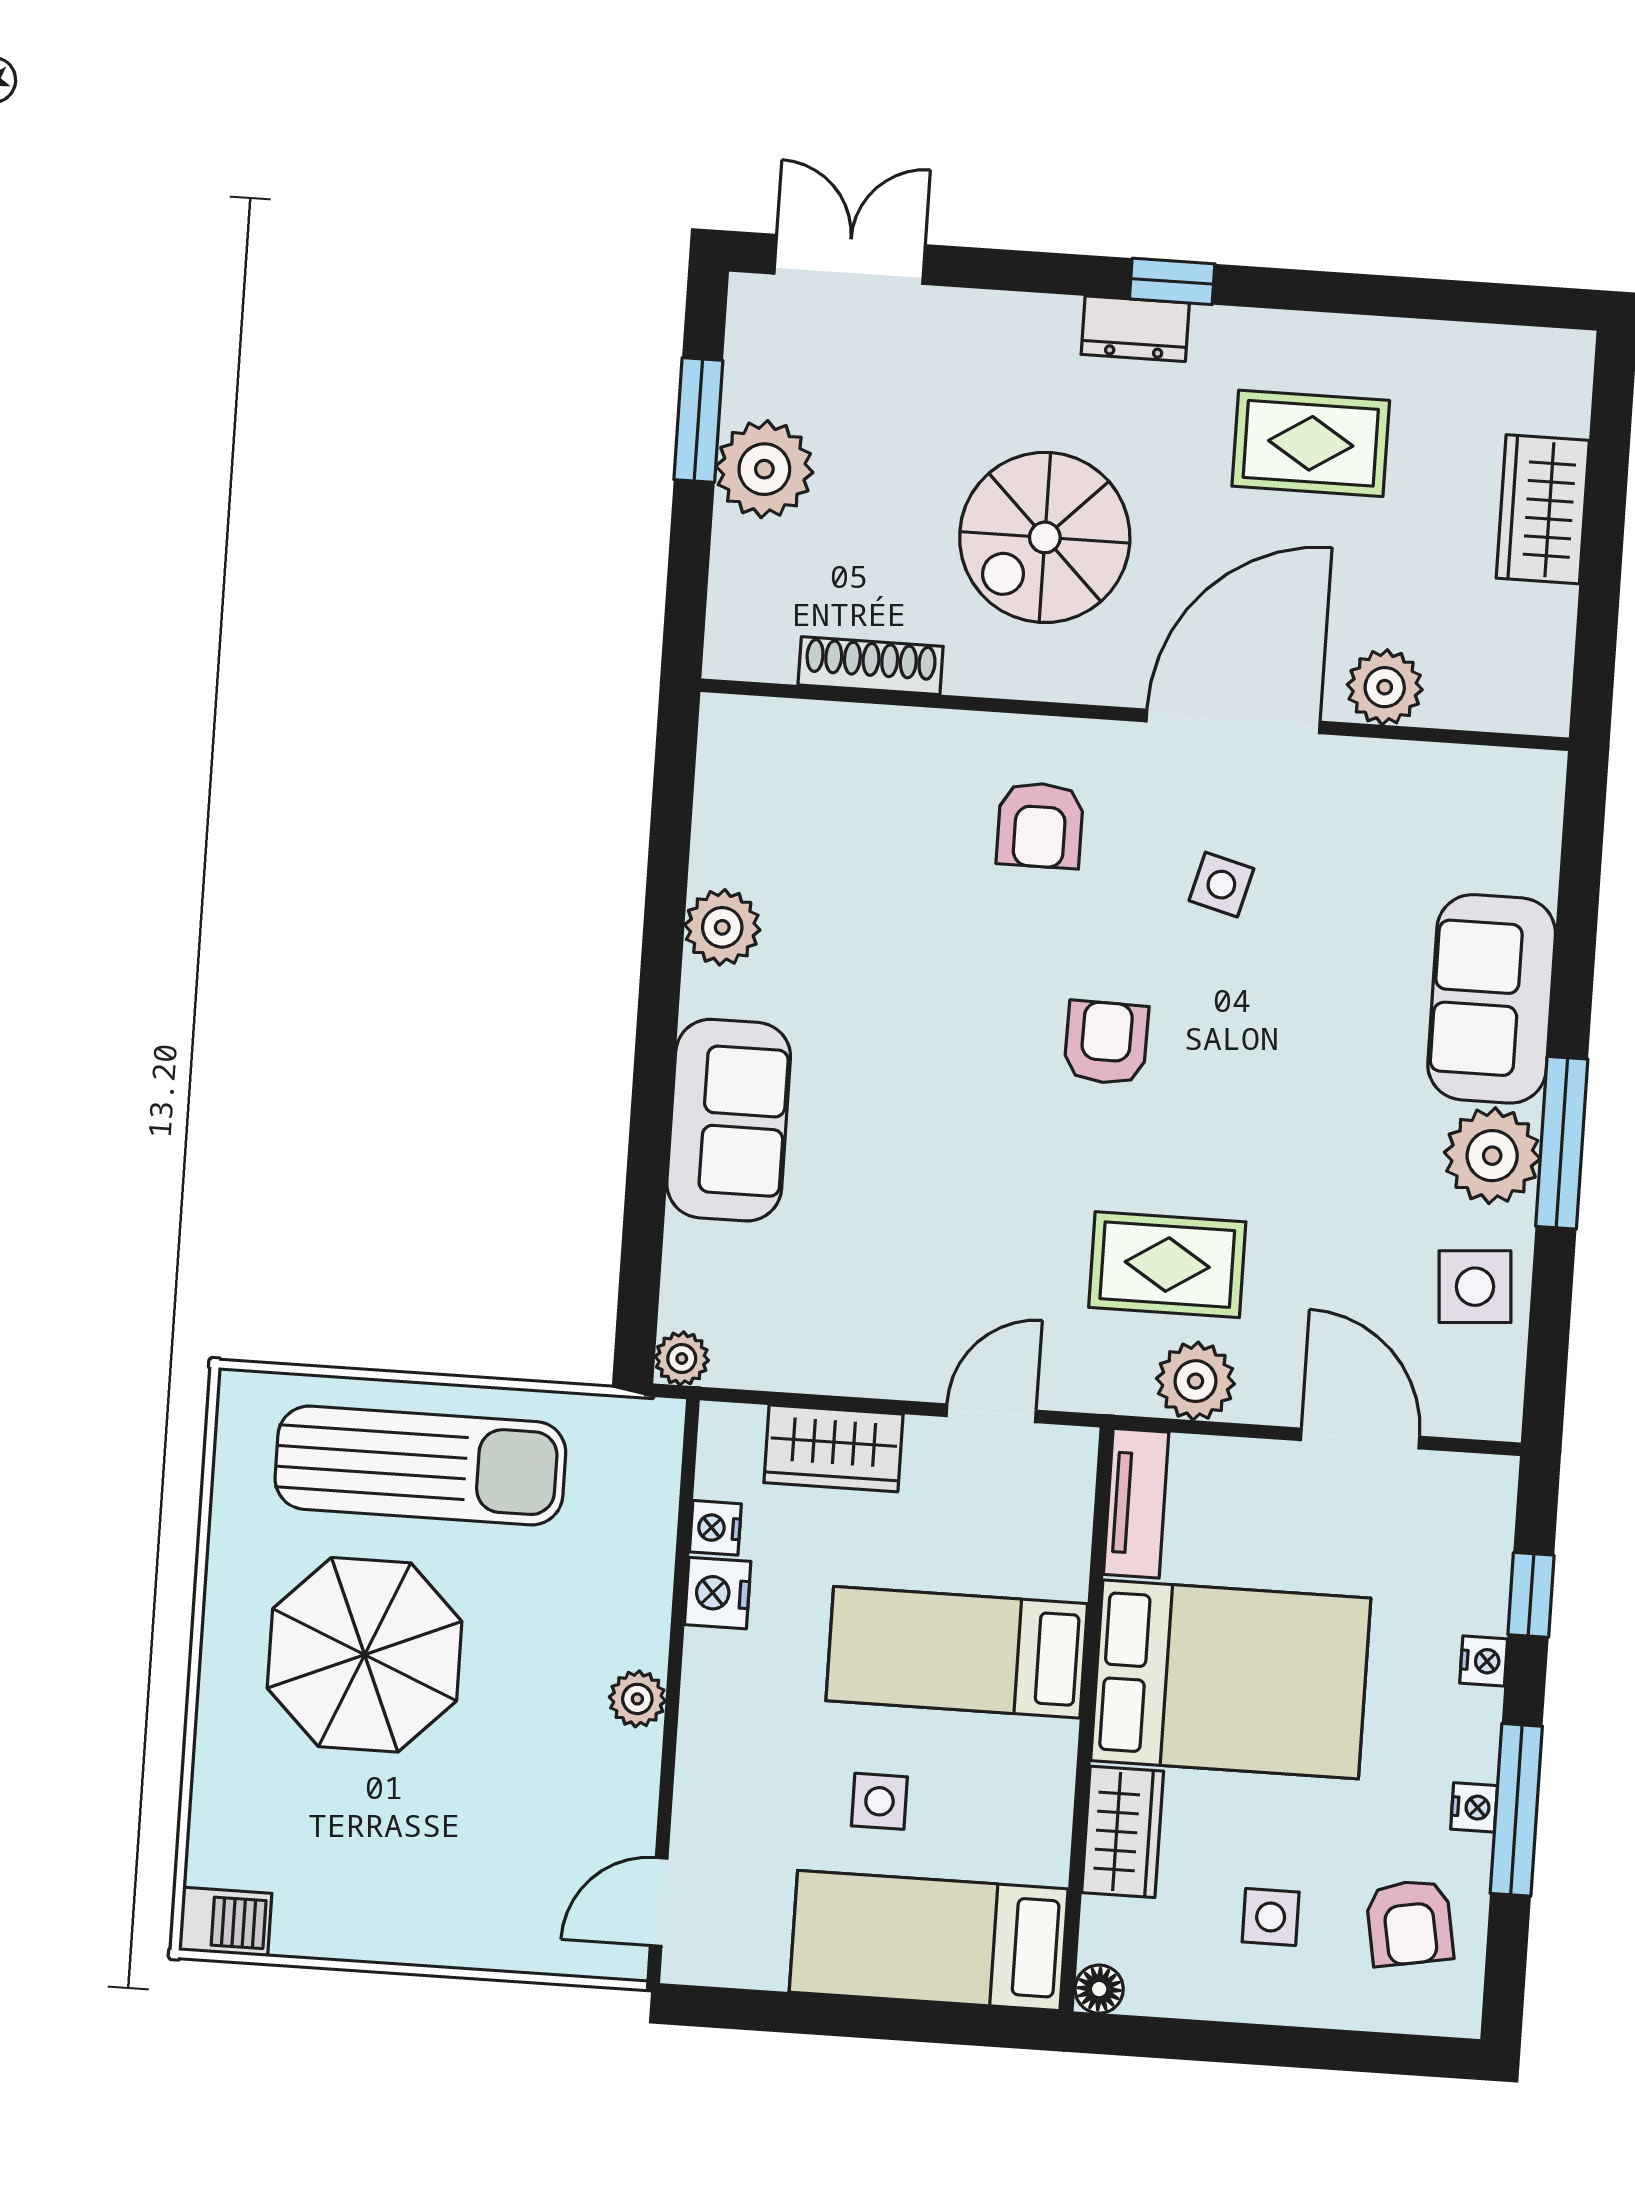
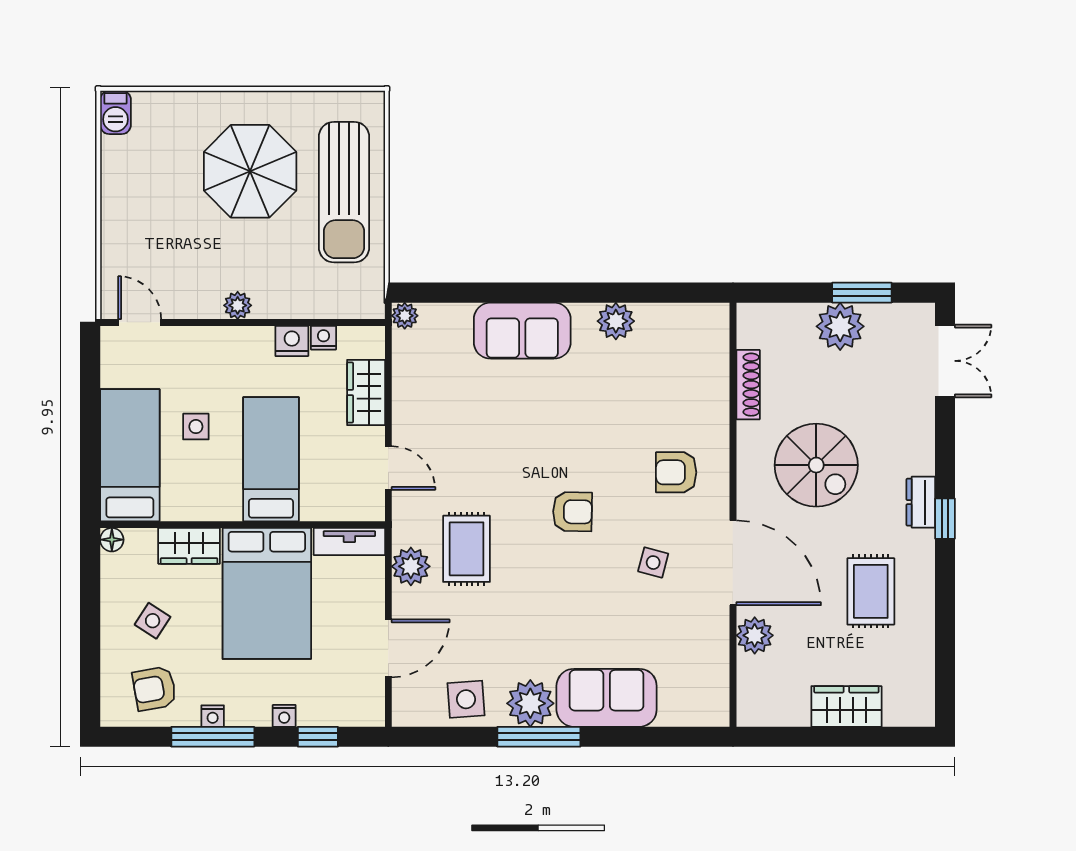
spiral stairs: (1045, 537) -> (816, 465), turned 180
side table: (1271, 1917) -> (153, 621), turned 33

